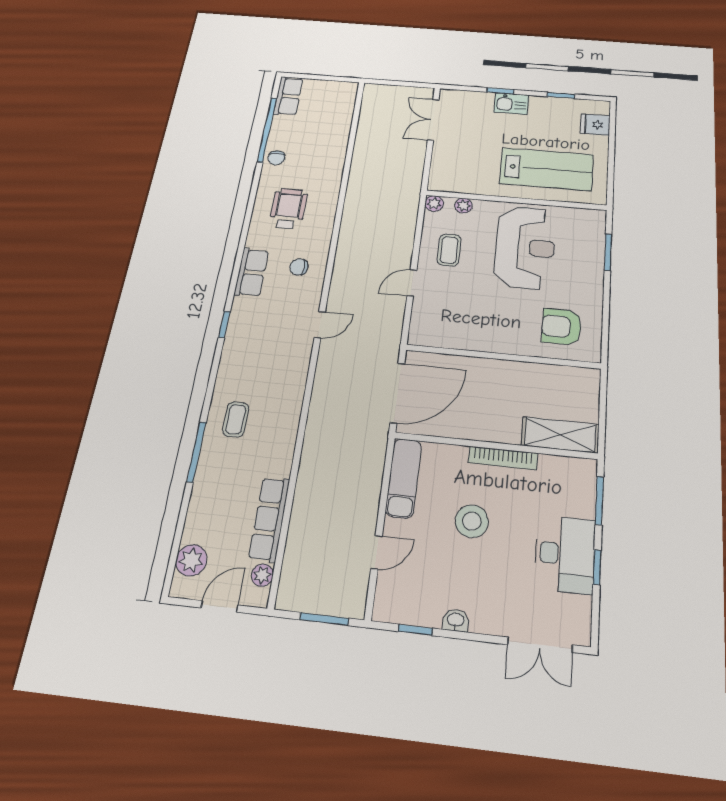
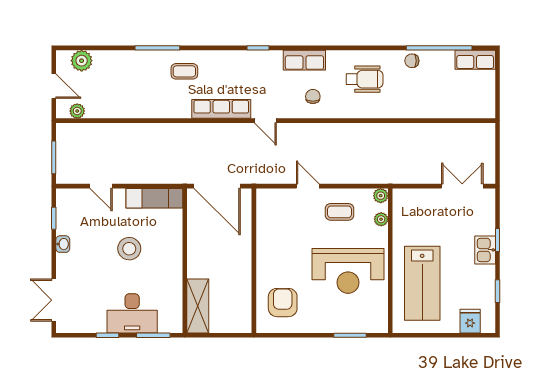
bookcase: (503, 458) -> (176, 267), removed
row of seats: (269, 519) -> (221, 109), moved
desk: (565, 554) -> (132, 313), moved

